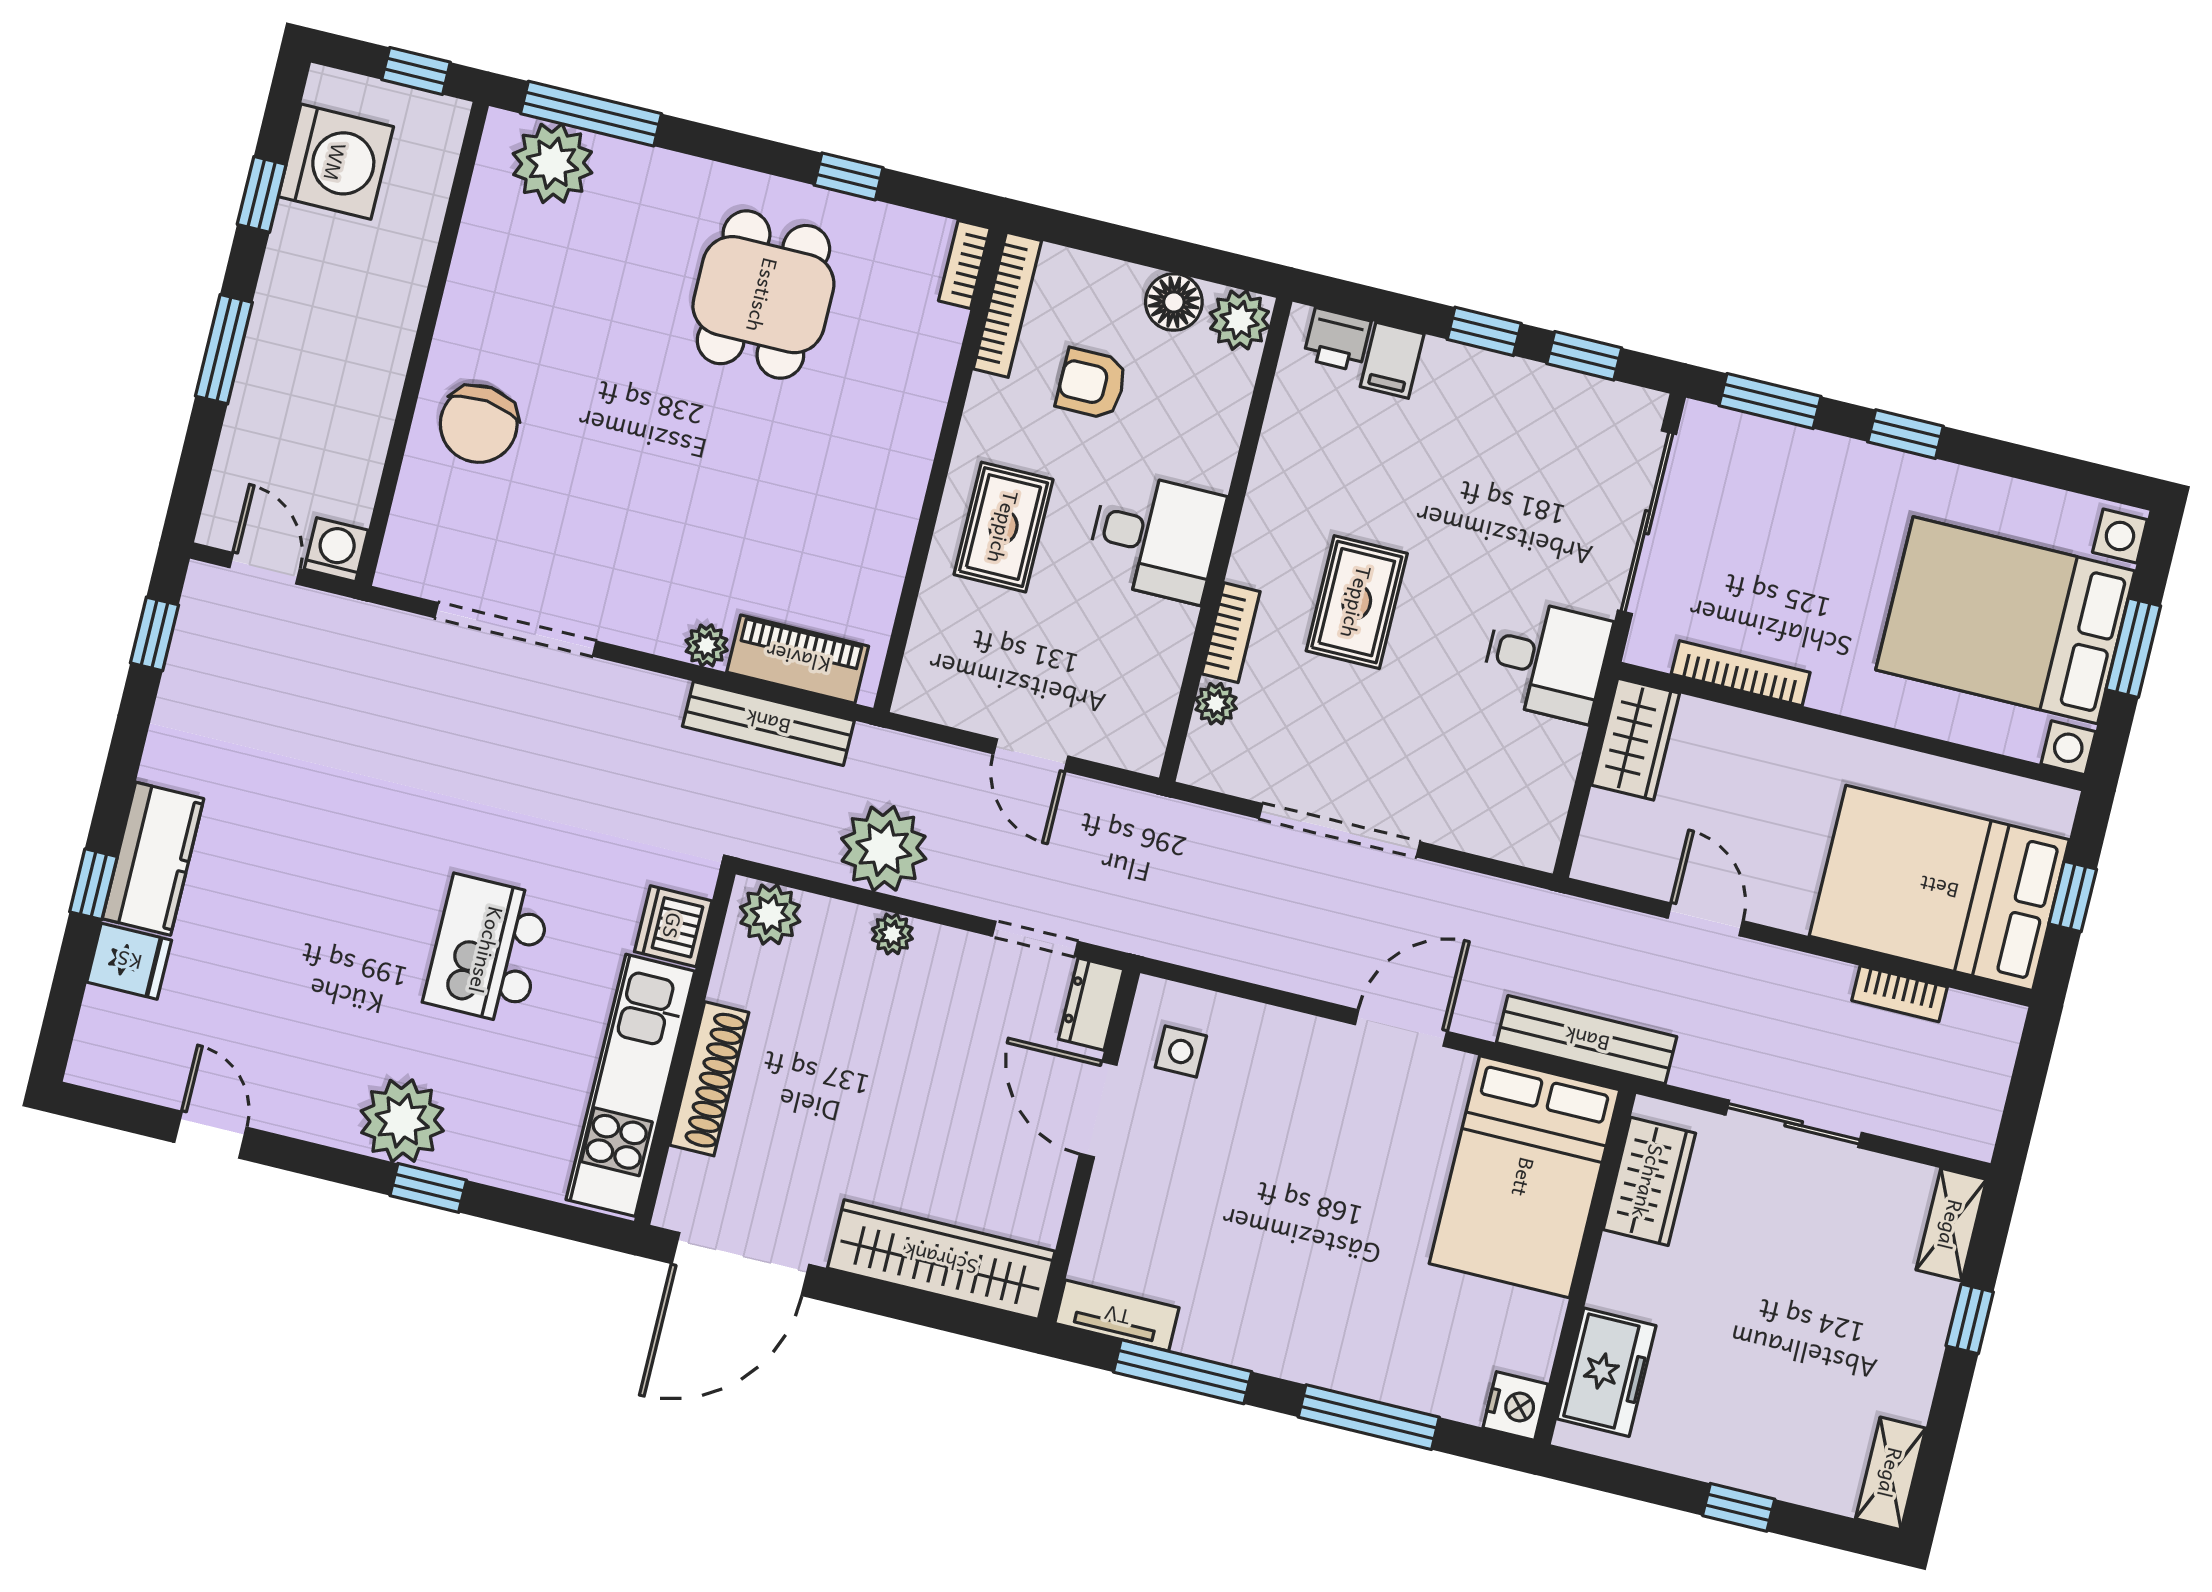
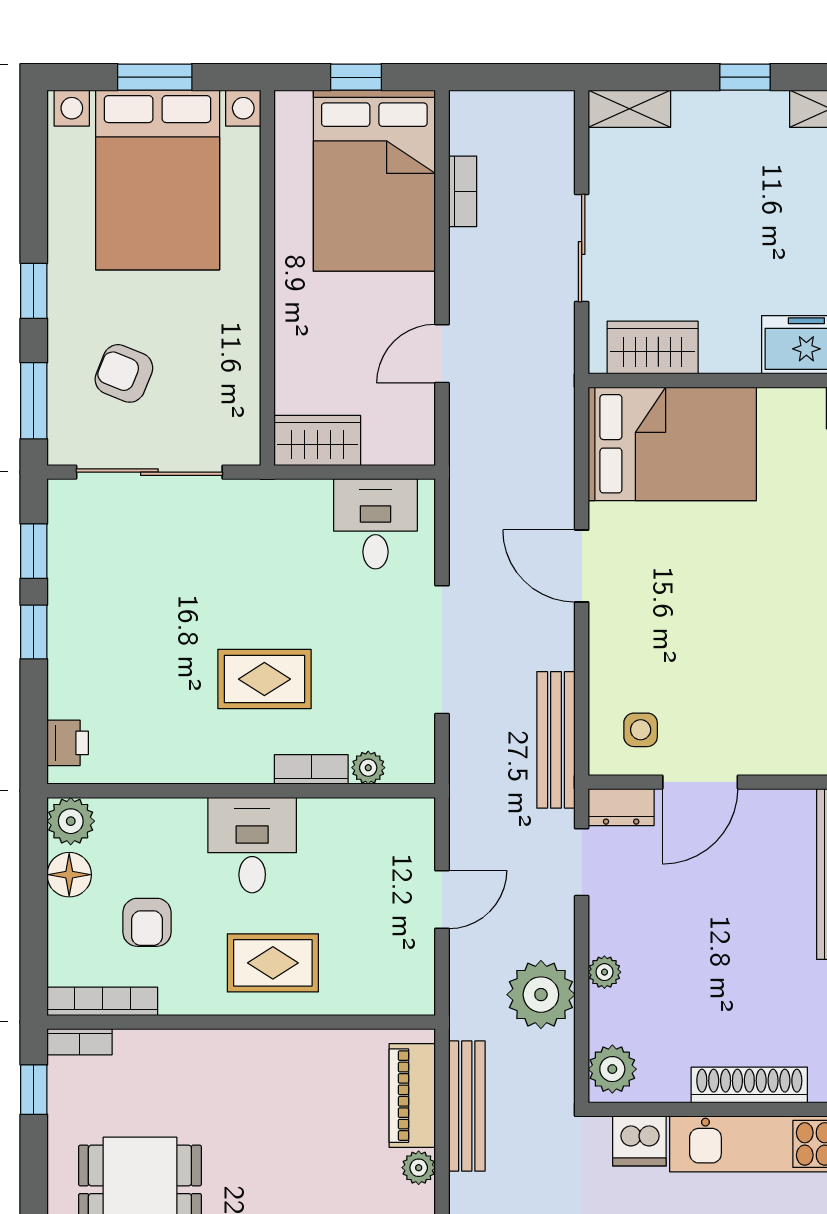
window: (849, 176) -> (34, 1090), moved
filing cabinet: (1392, 360) -> (73, 697), removed
armchair: (1777, 520) -> (124, 373), added
desk: (1546, 660) -> (375, 524), moved
bookcase: (1741, 673) -> (247, 372), removed
bench: (1587, 1040) -> (556, 740), moved
window: (1970, 1319) -> (745, 77), moved

